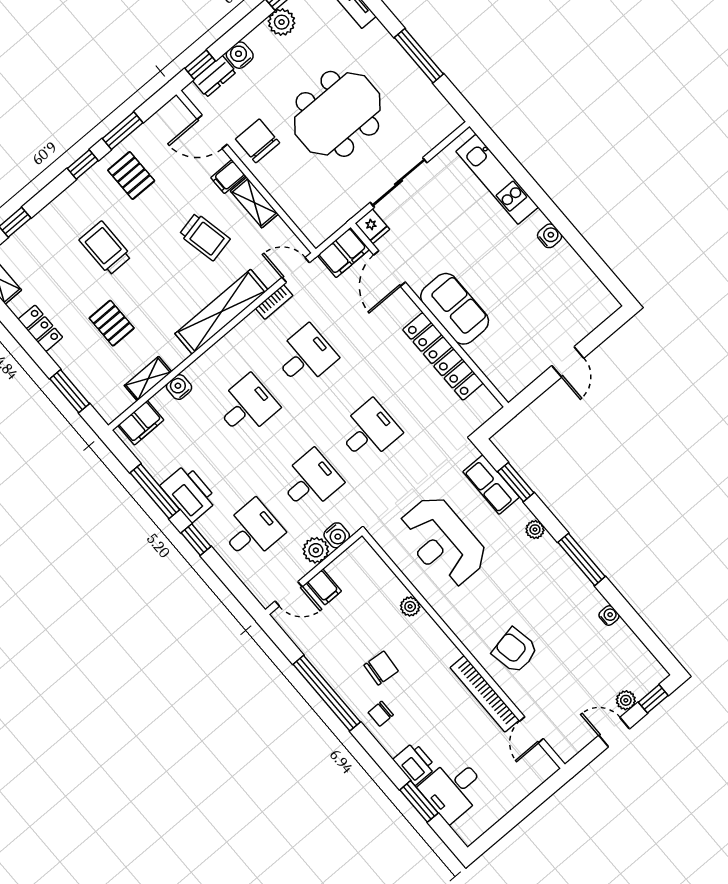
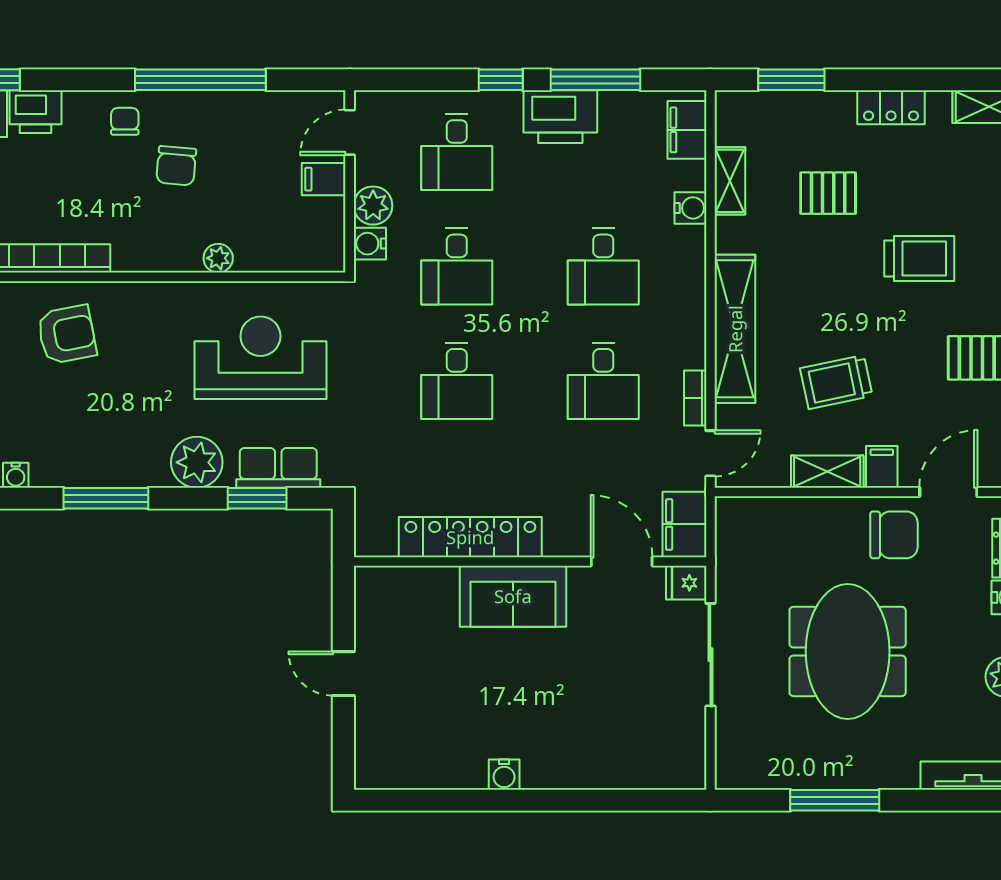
kitchen unit: (497, 179) -> (619, 770), removed
plant: (535, 530) -> (197, 462), width x1.87, depth x1.87

